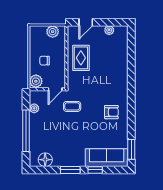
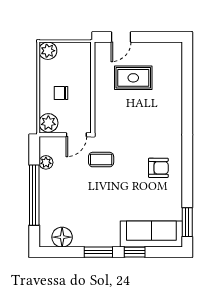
plant: (109, 30) -> (155, 49), removed
plant: (53, 32) -> (48, 51), moved
rug: (81, 58) -> (133, 78), moved, turned 90

